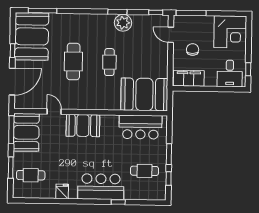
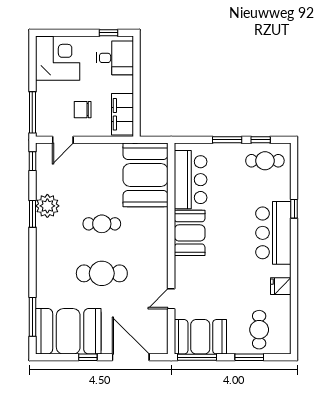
booth: (83, 125) -> (190, 233), moved
cafe table: (145, 171) -> (265, 161), moved, turned 90

